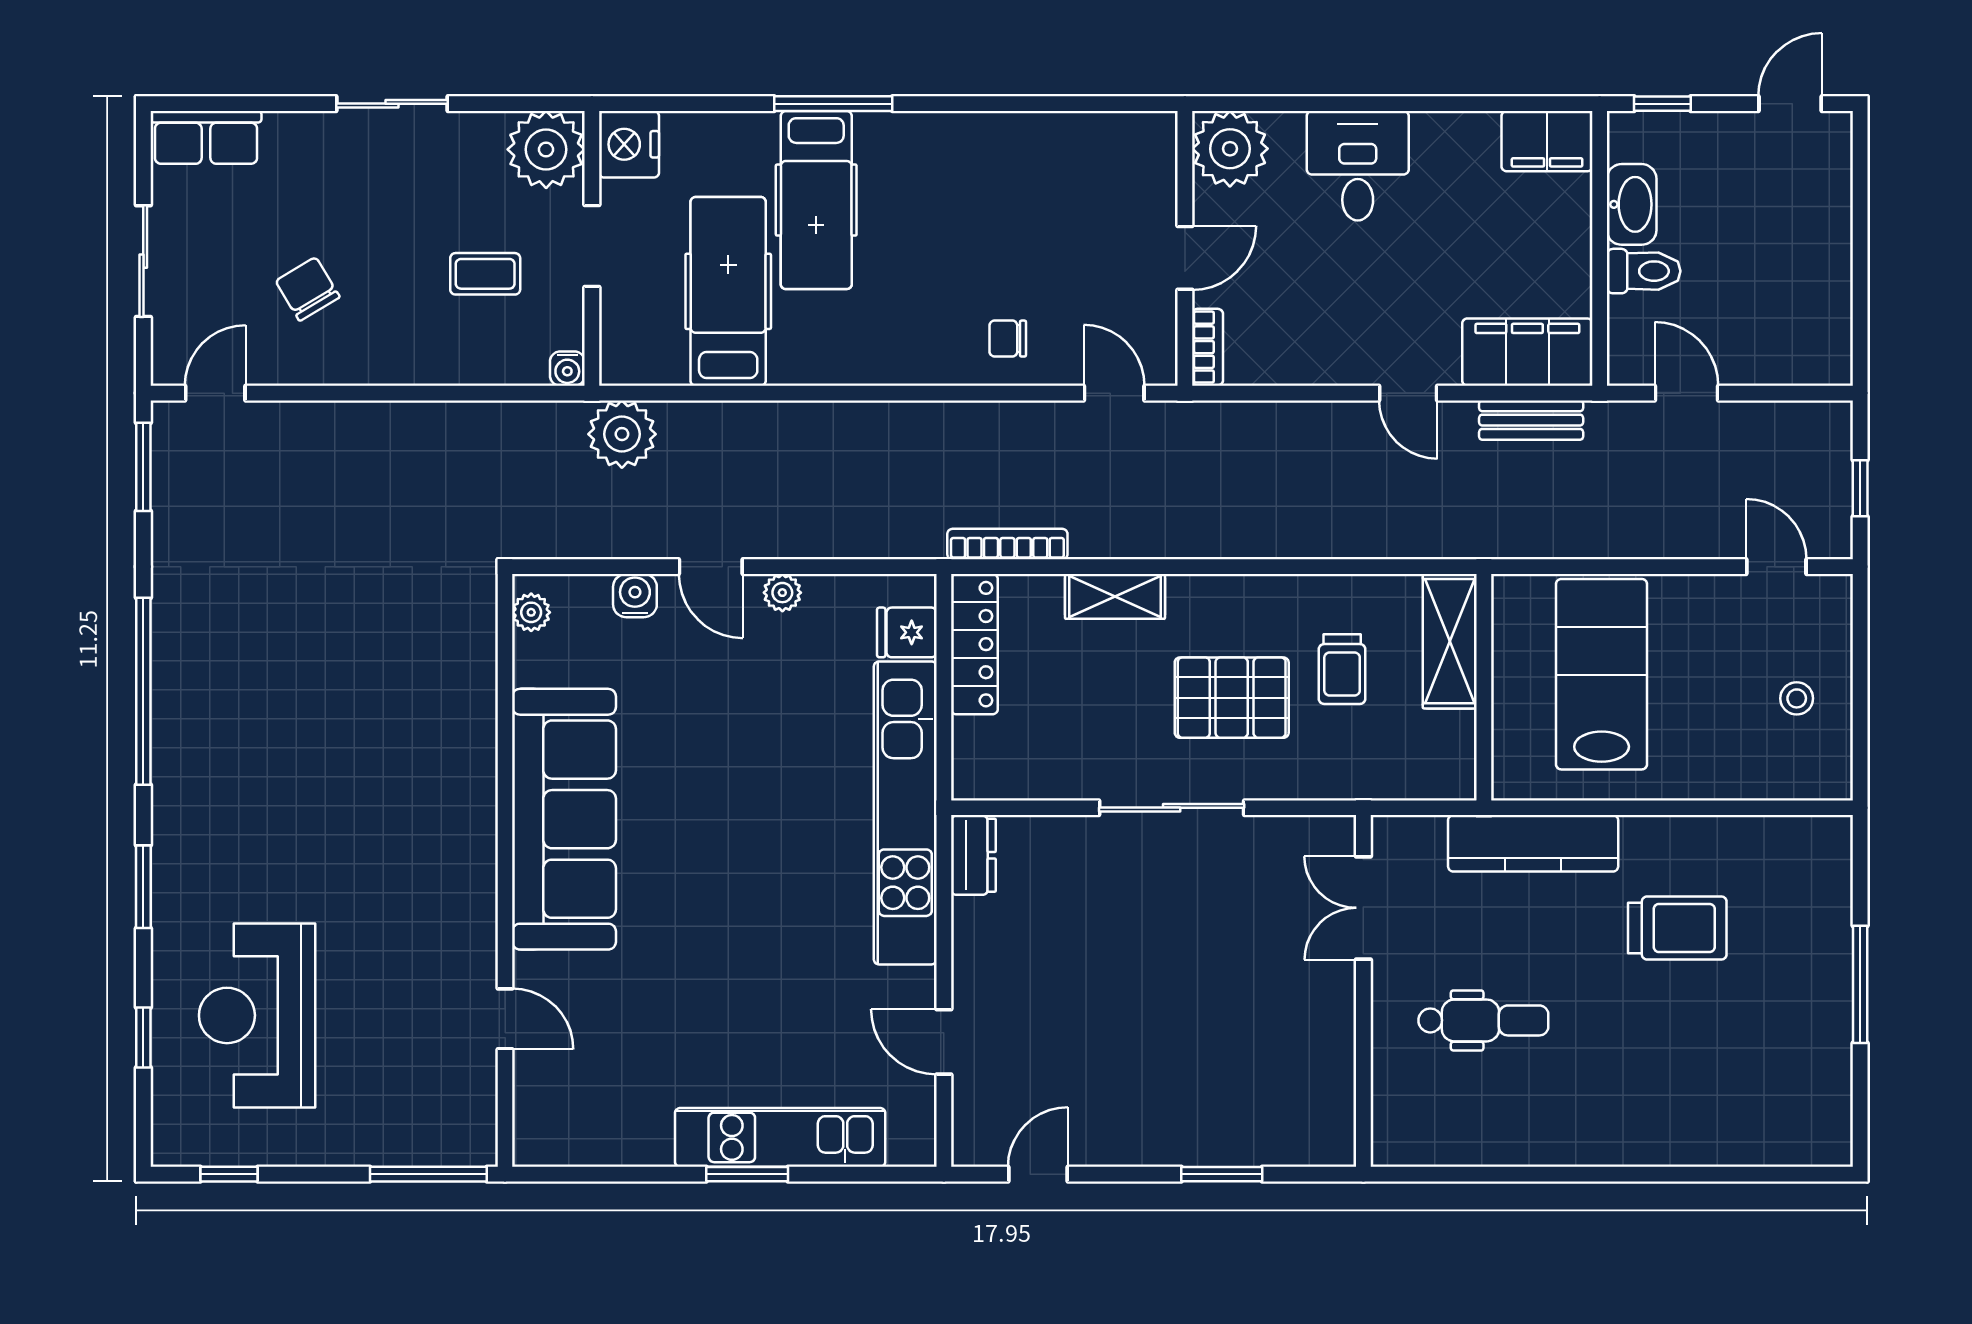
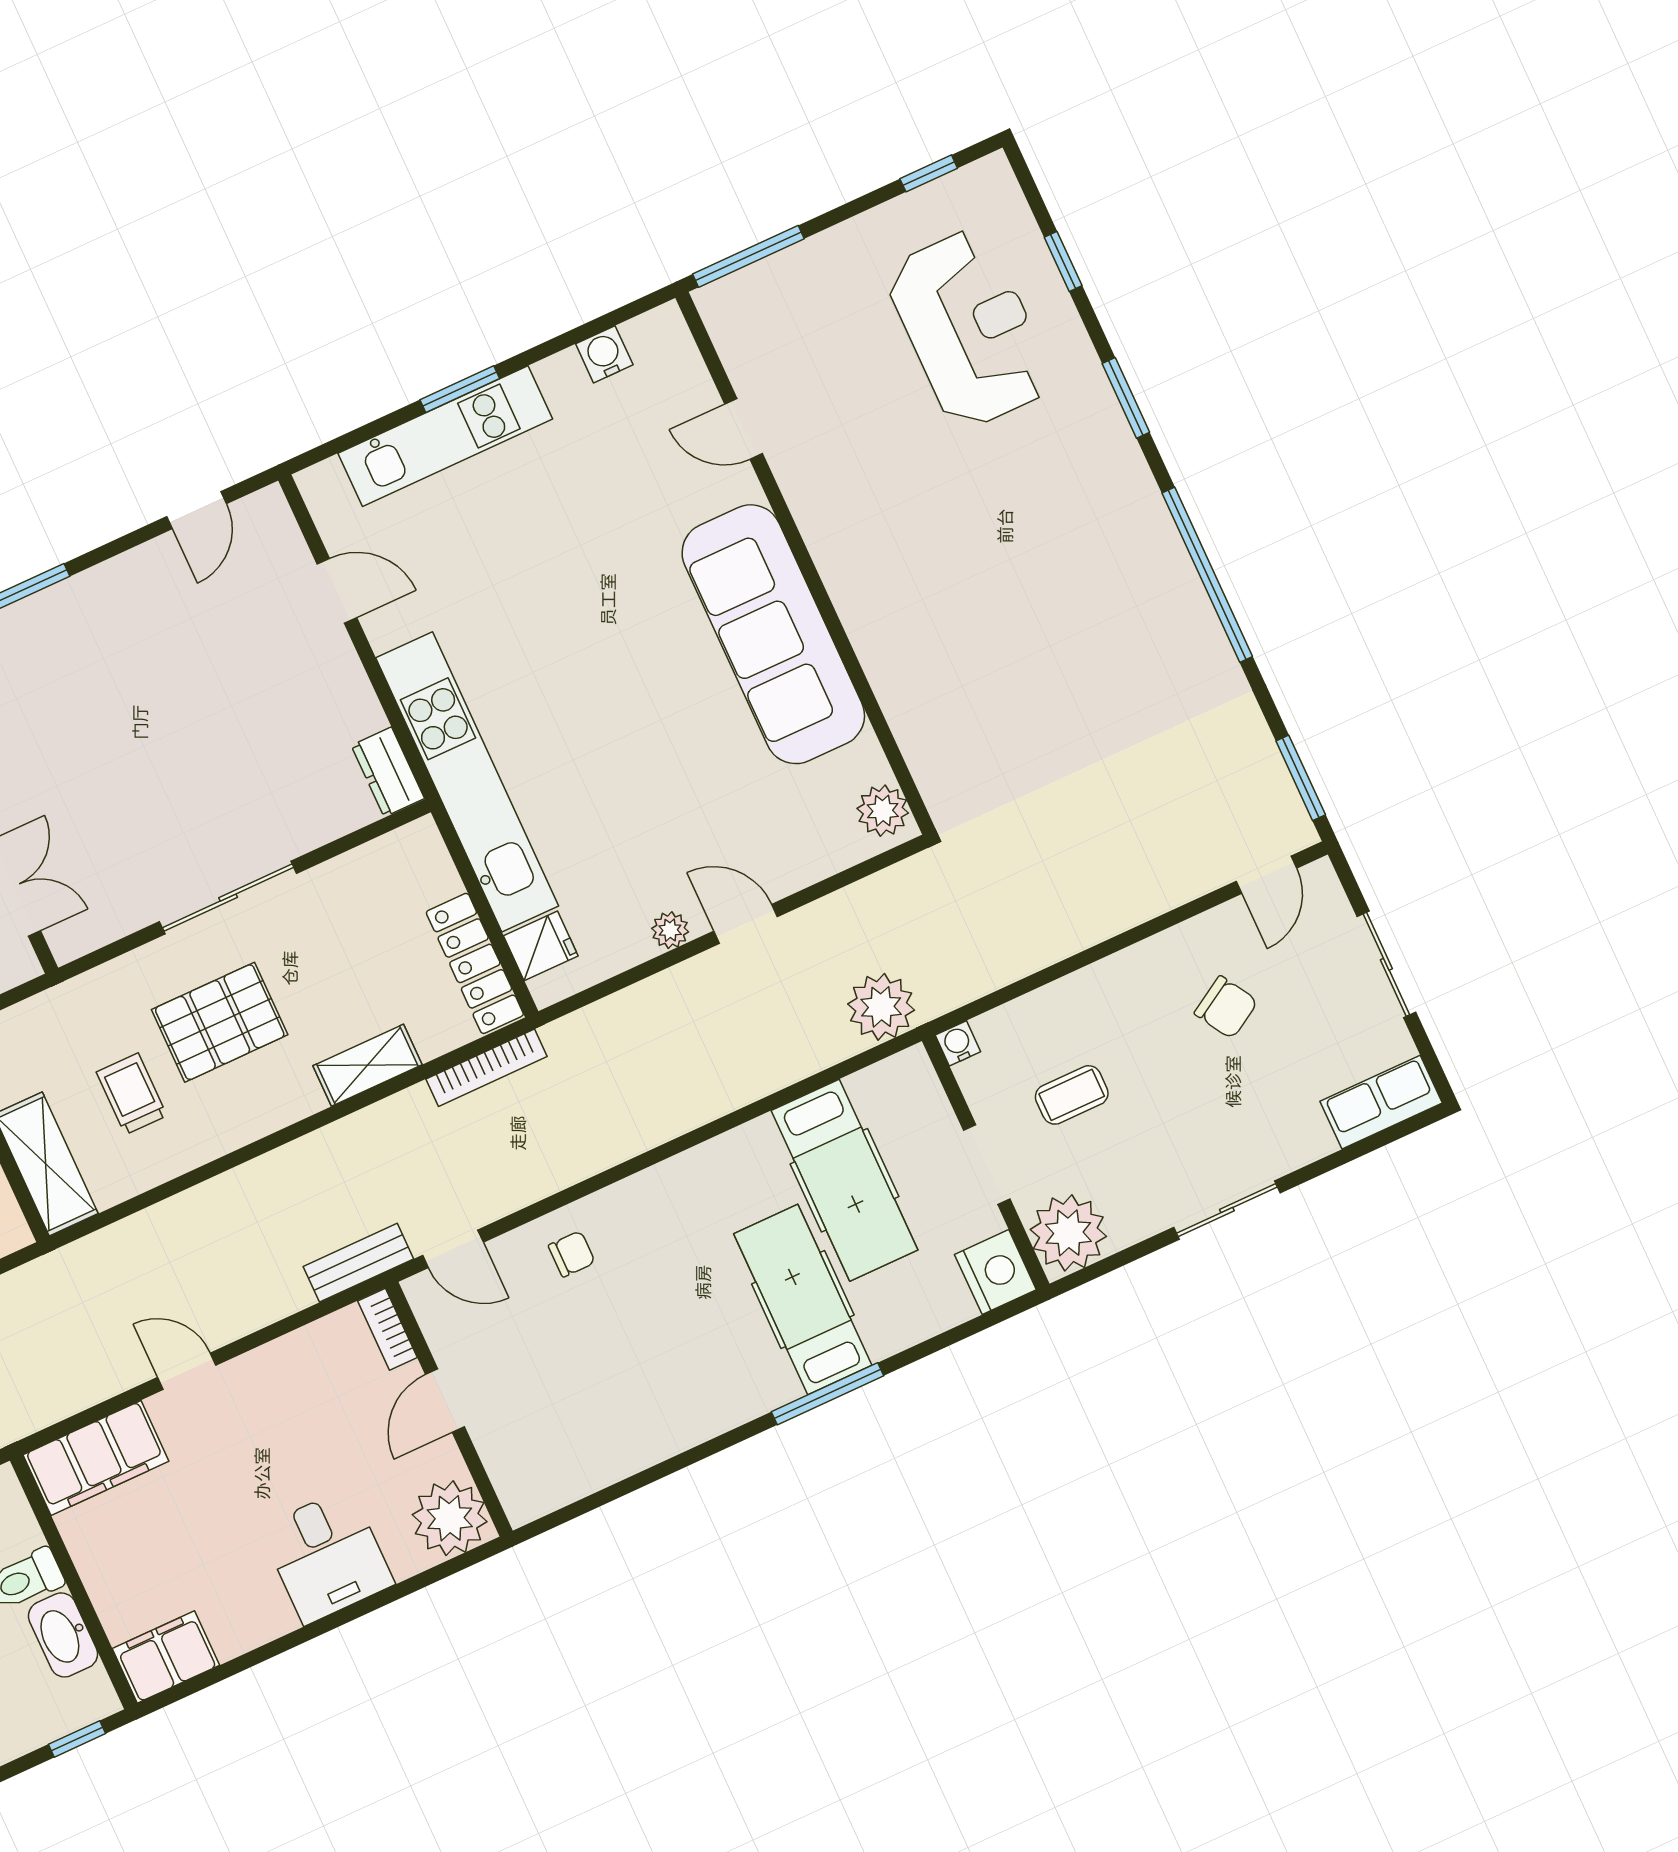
bench: (1531, 420) -> (358, 1263), moved
water cooler: (635, 596) -> (604, 354), moved, turned 180
plant: (531, 612) -> (883, 811), width x1.38, depth x1.38

